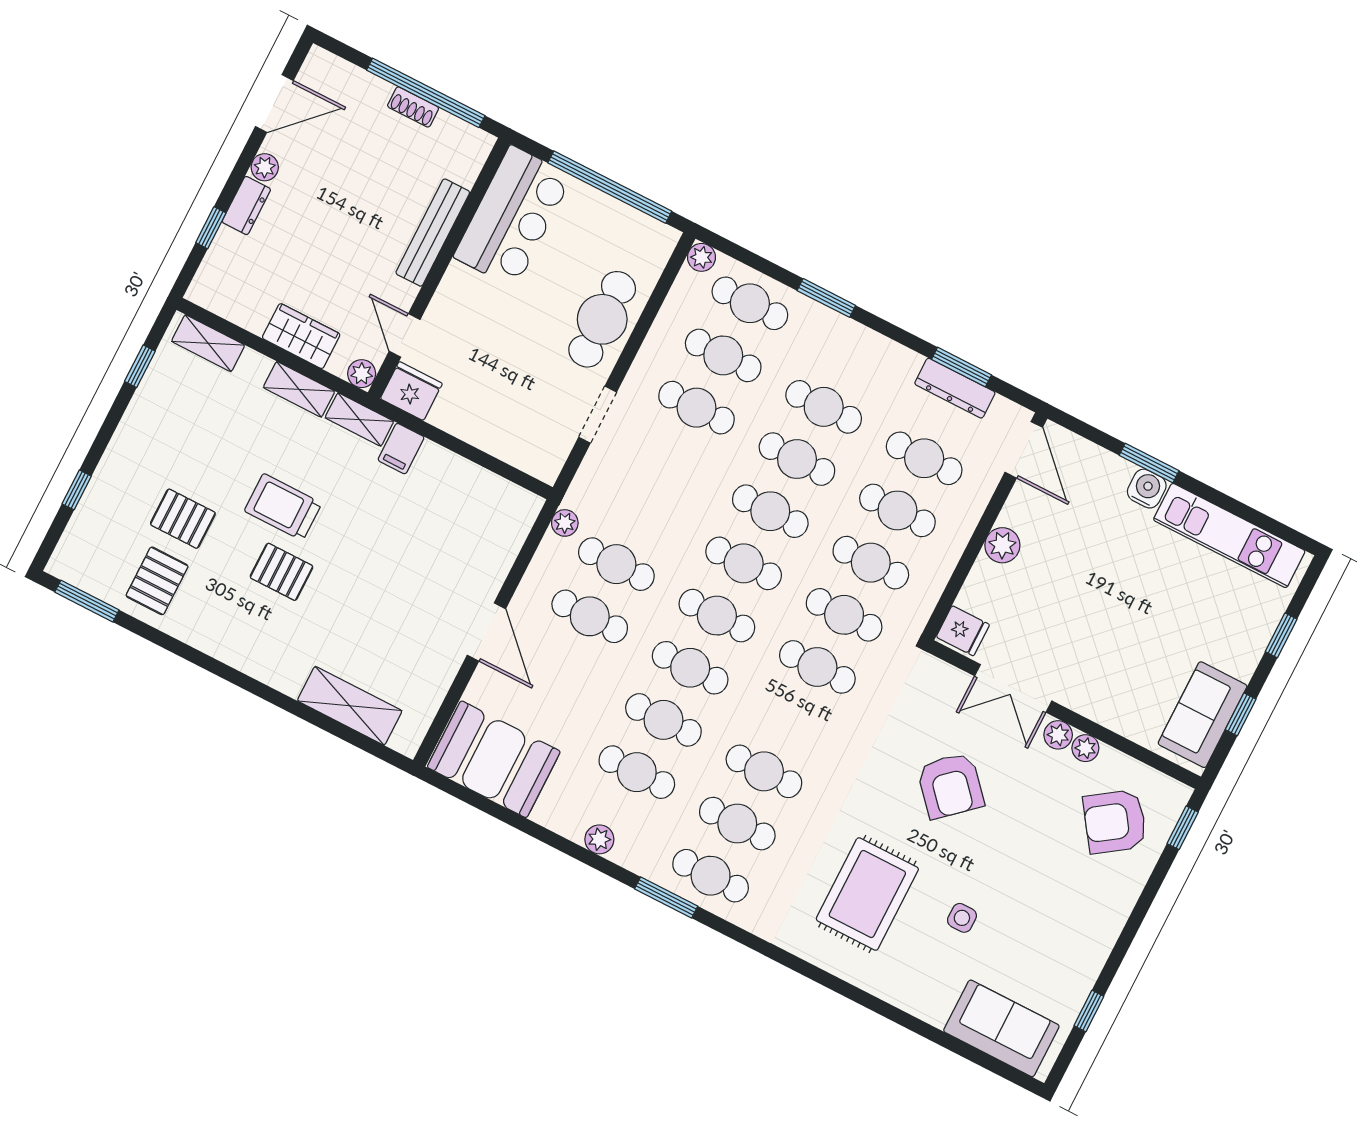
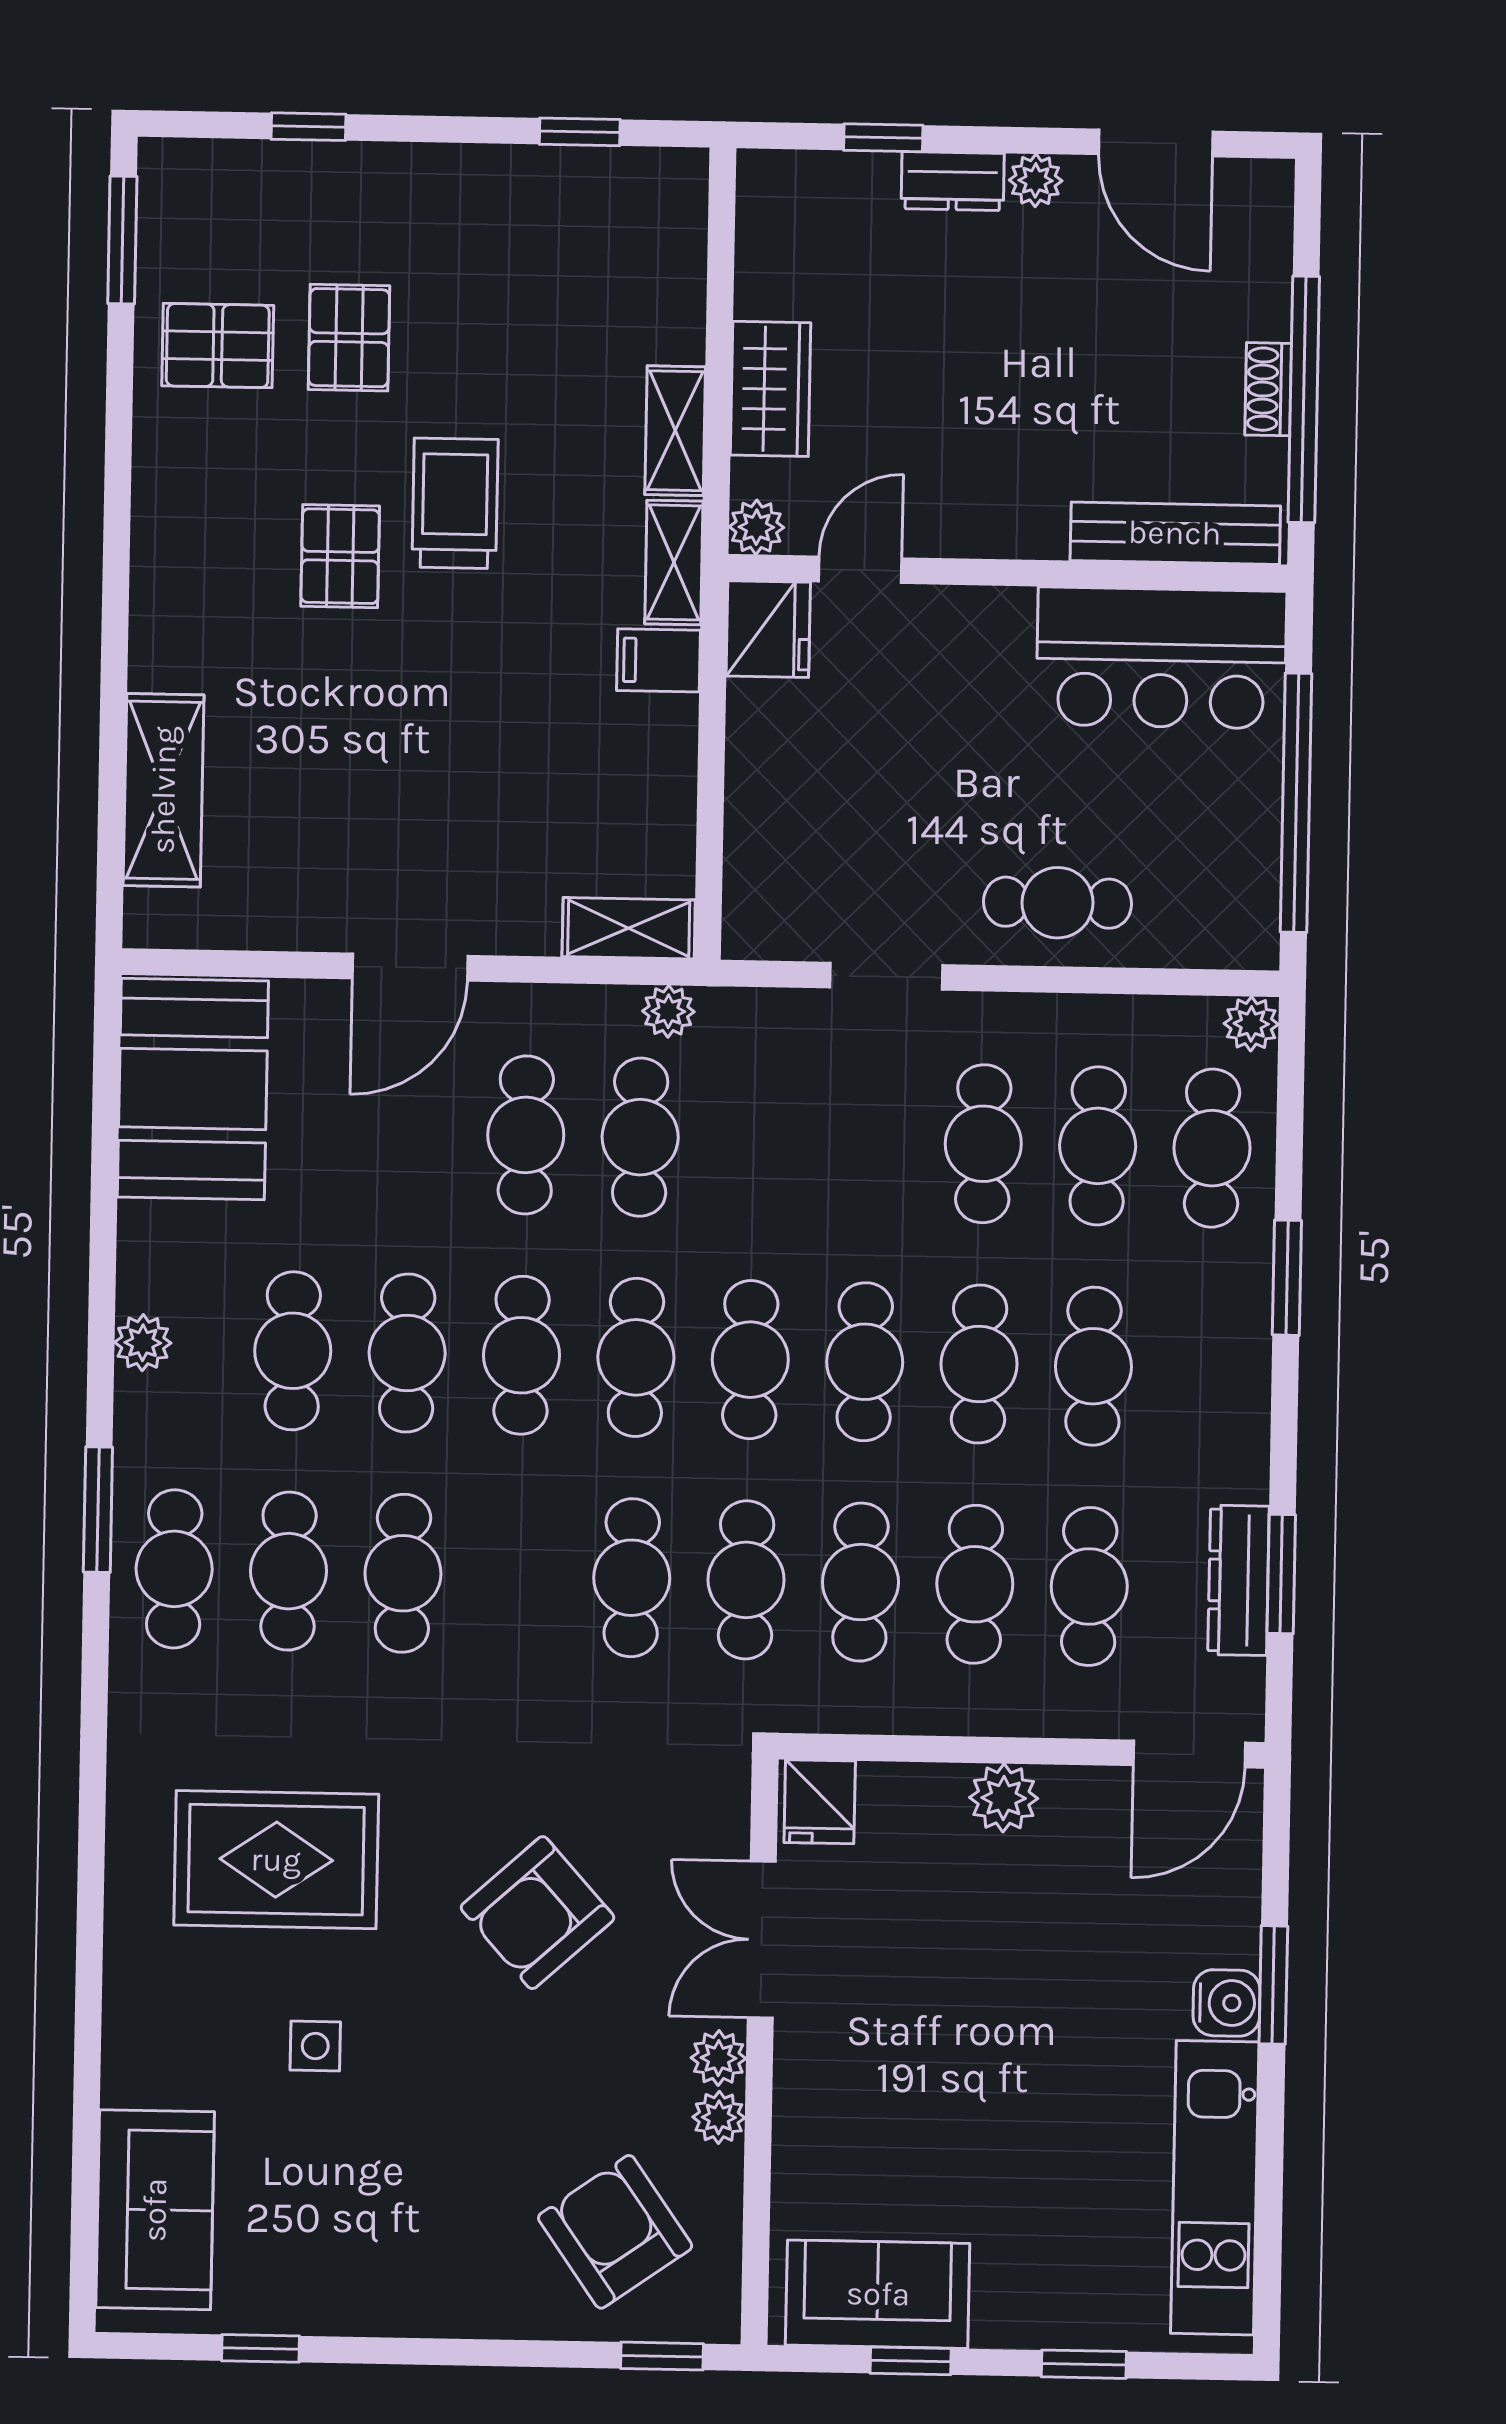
bench: (433, 233) -> (1175, 533), moved
cafe table: (602, 319) -> (1058, 903), width x0.73, depth x0.74
shelving: (208, 343) -> (629, 928), moved, turned 90

